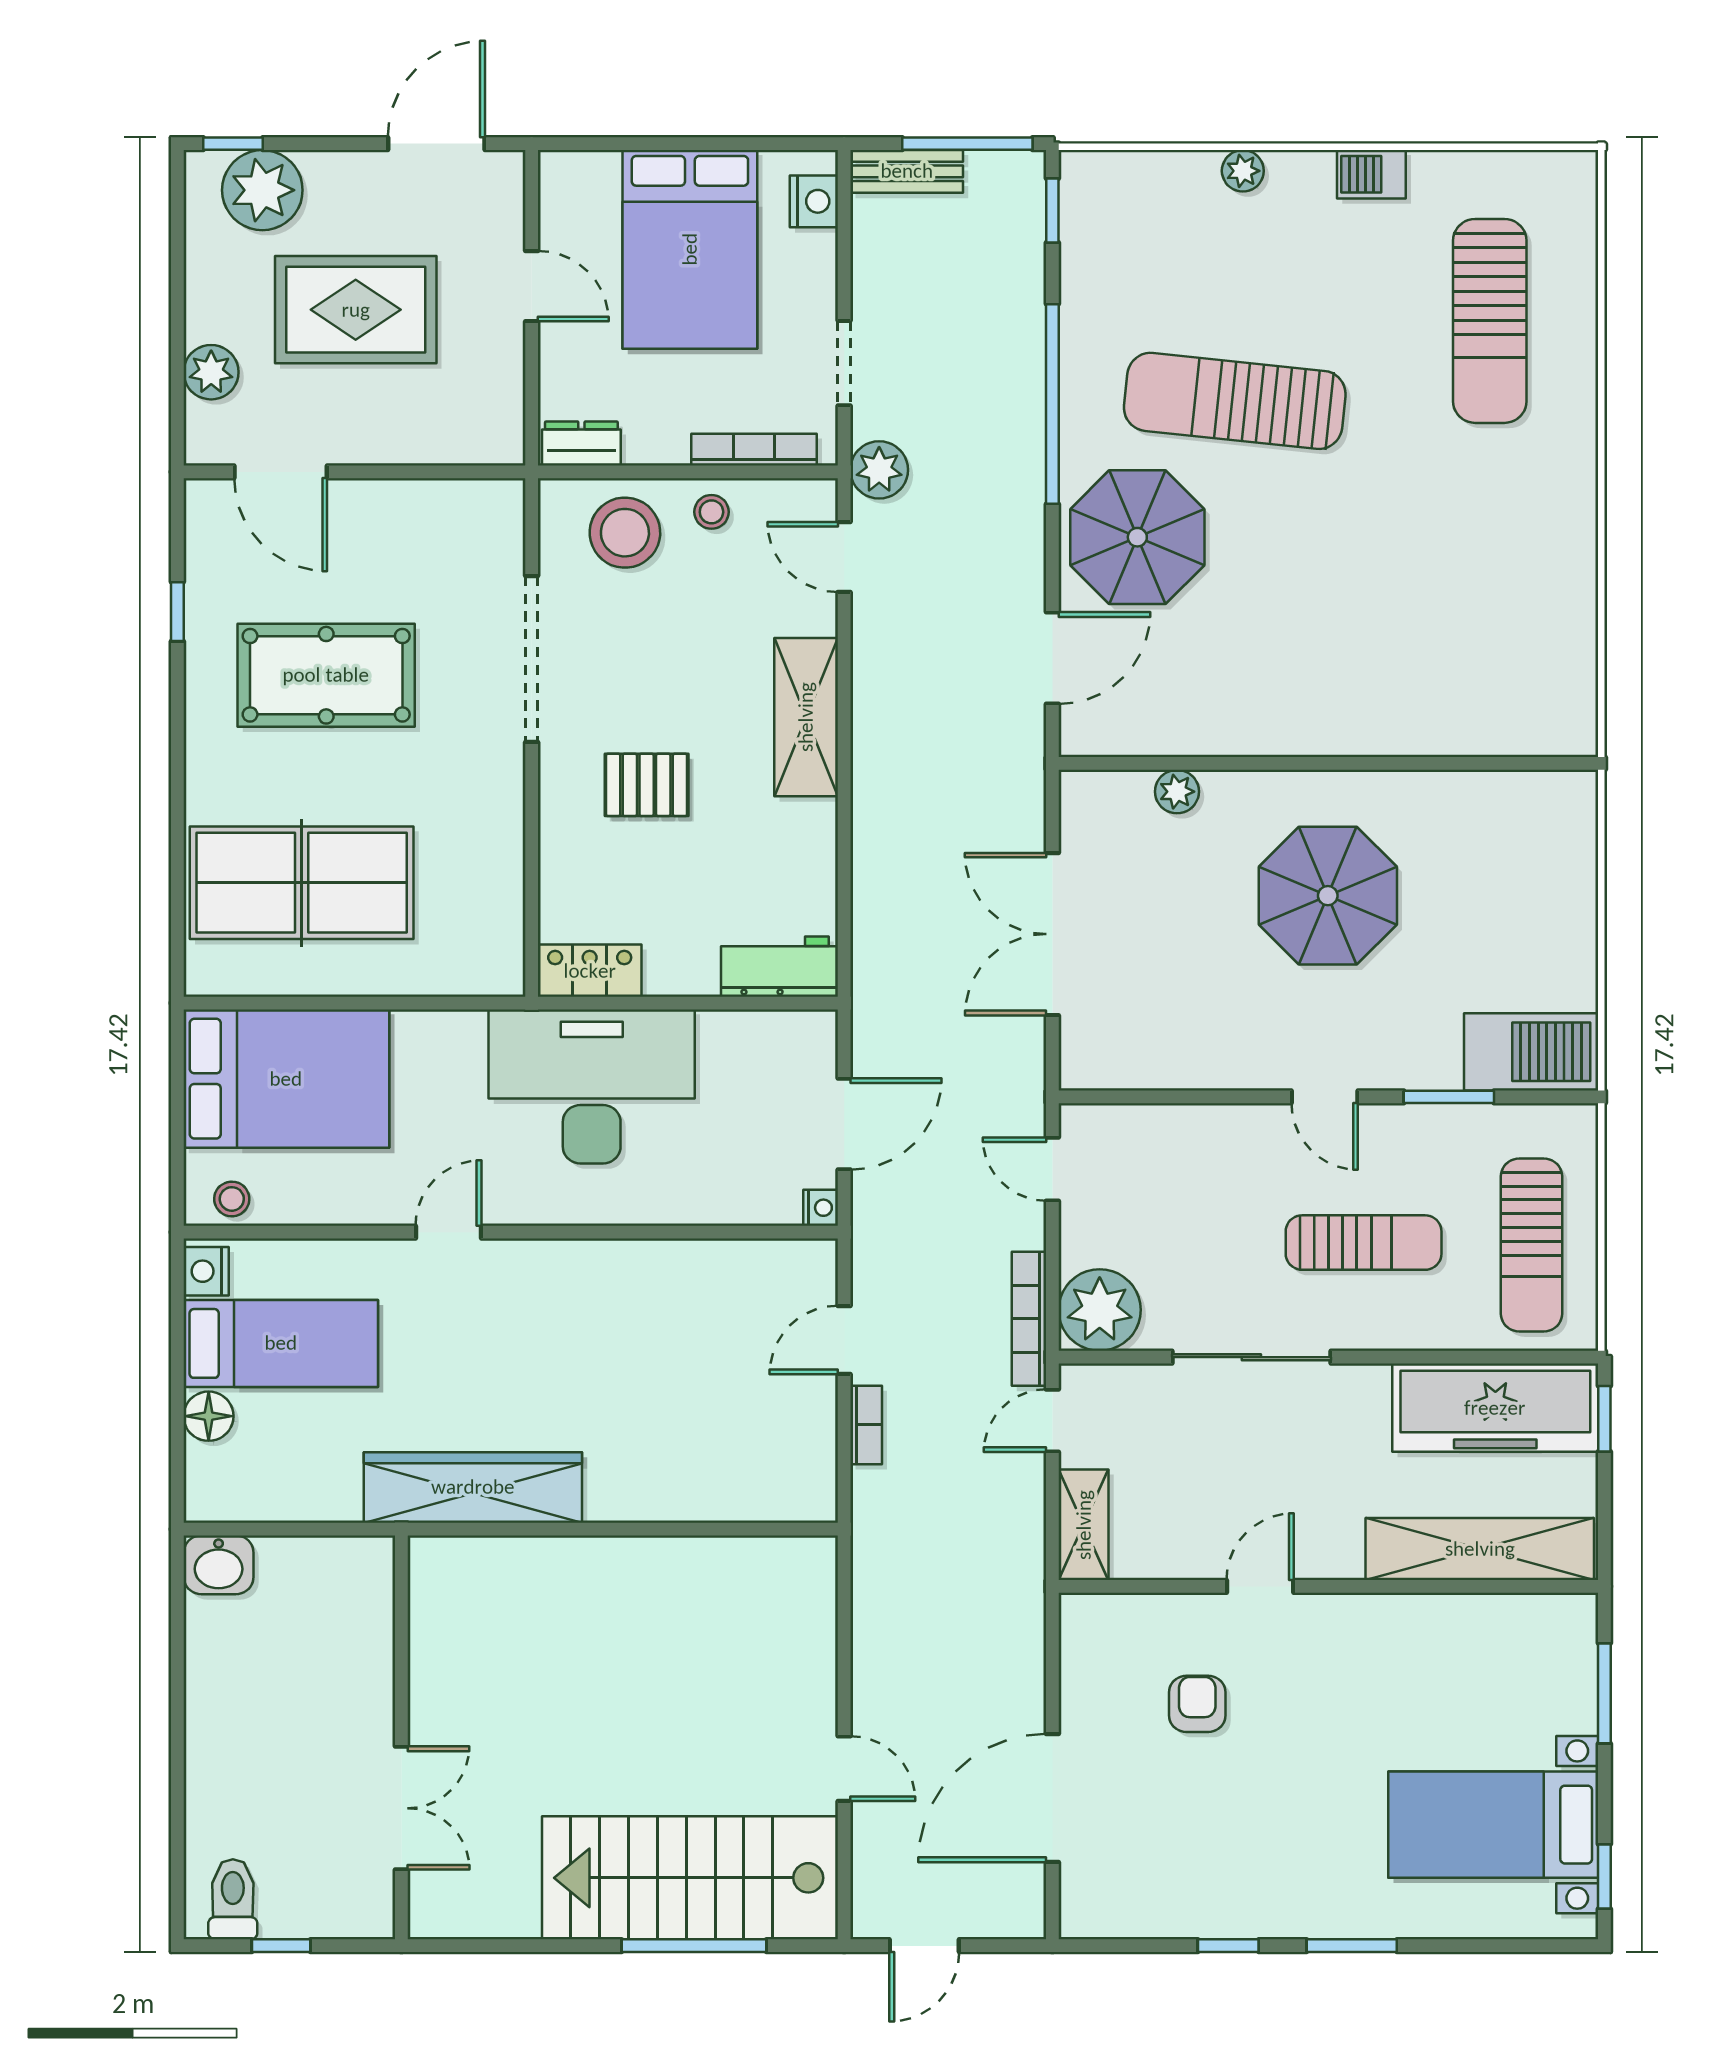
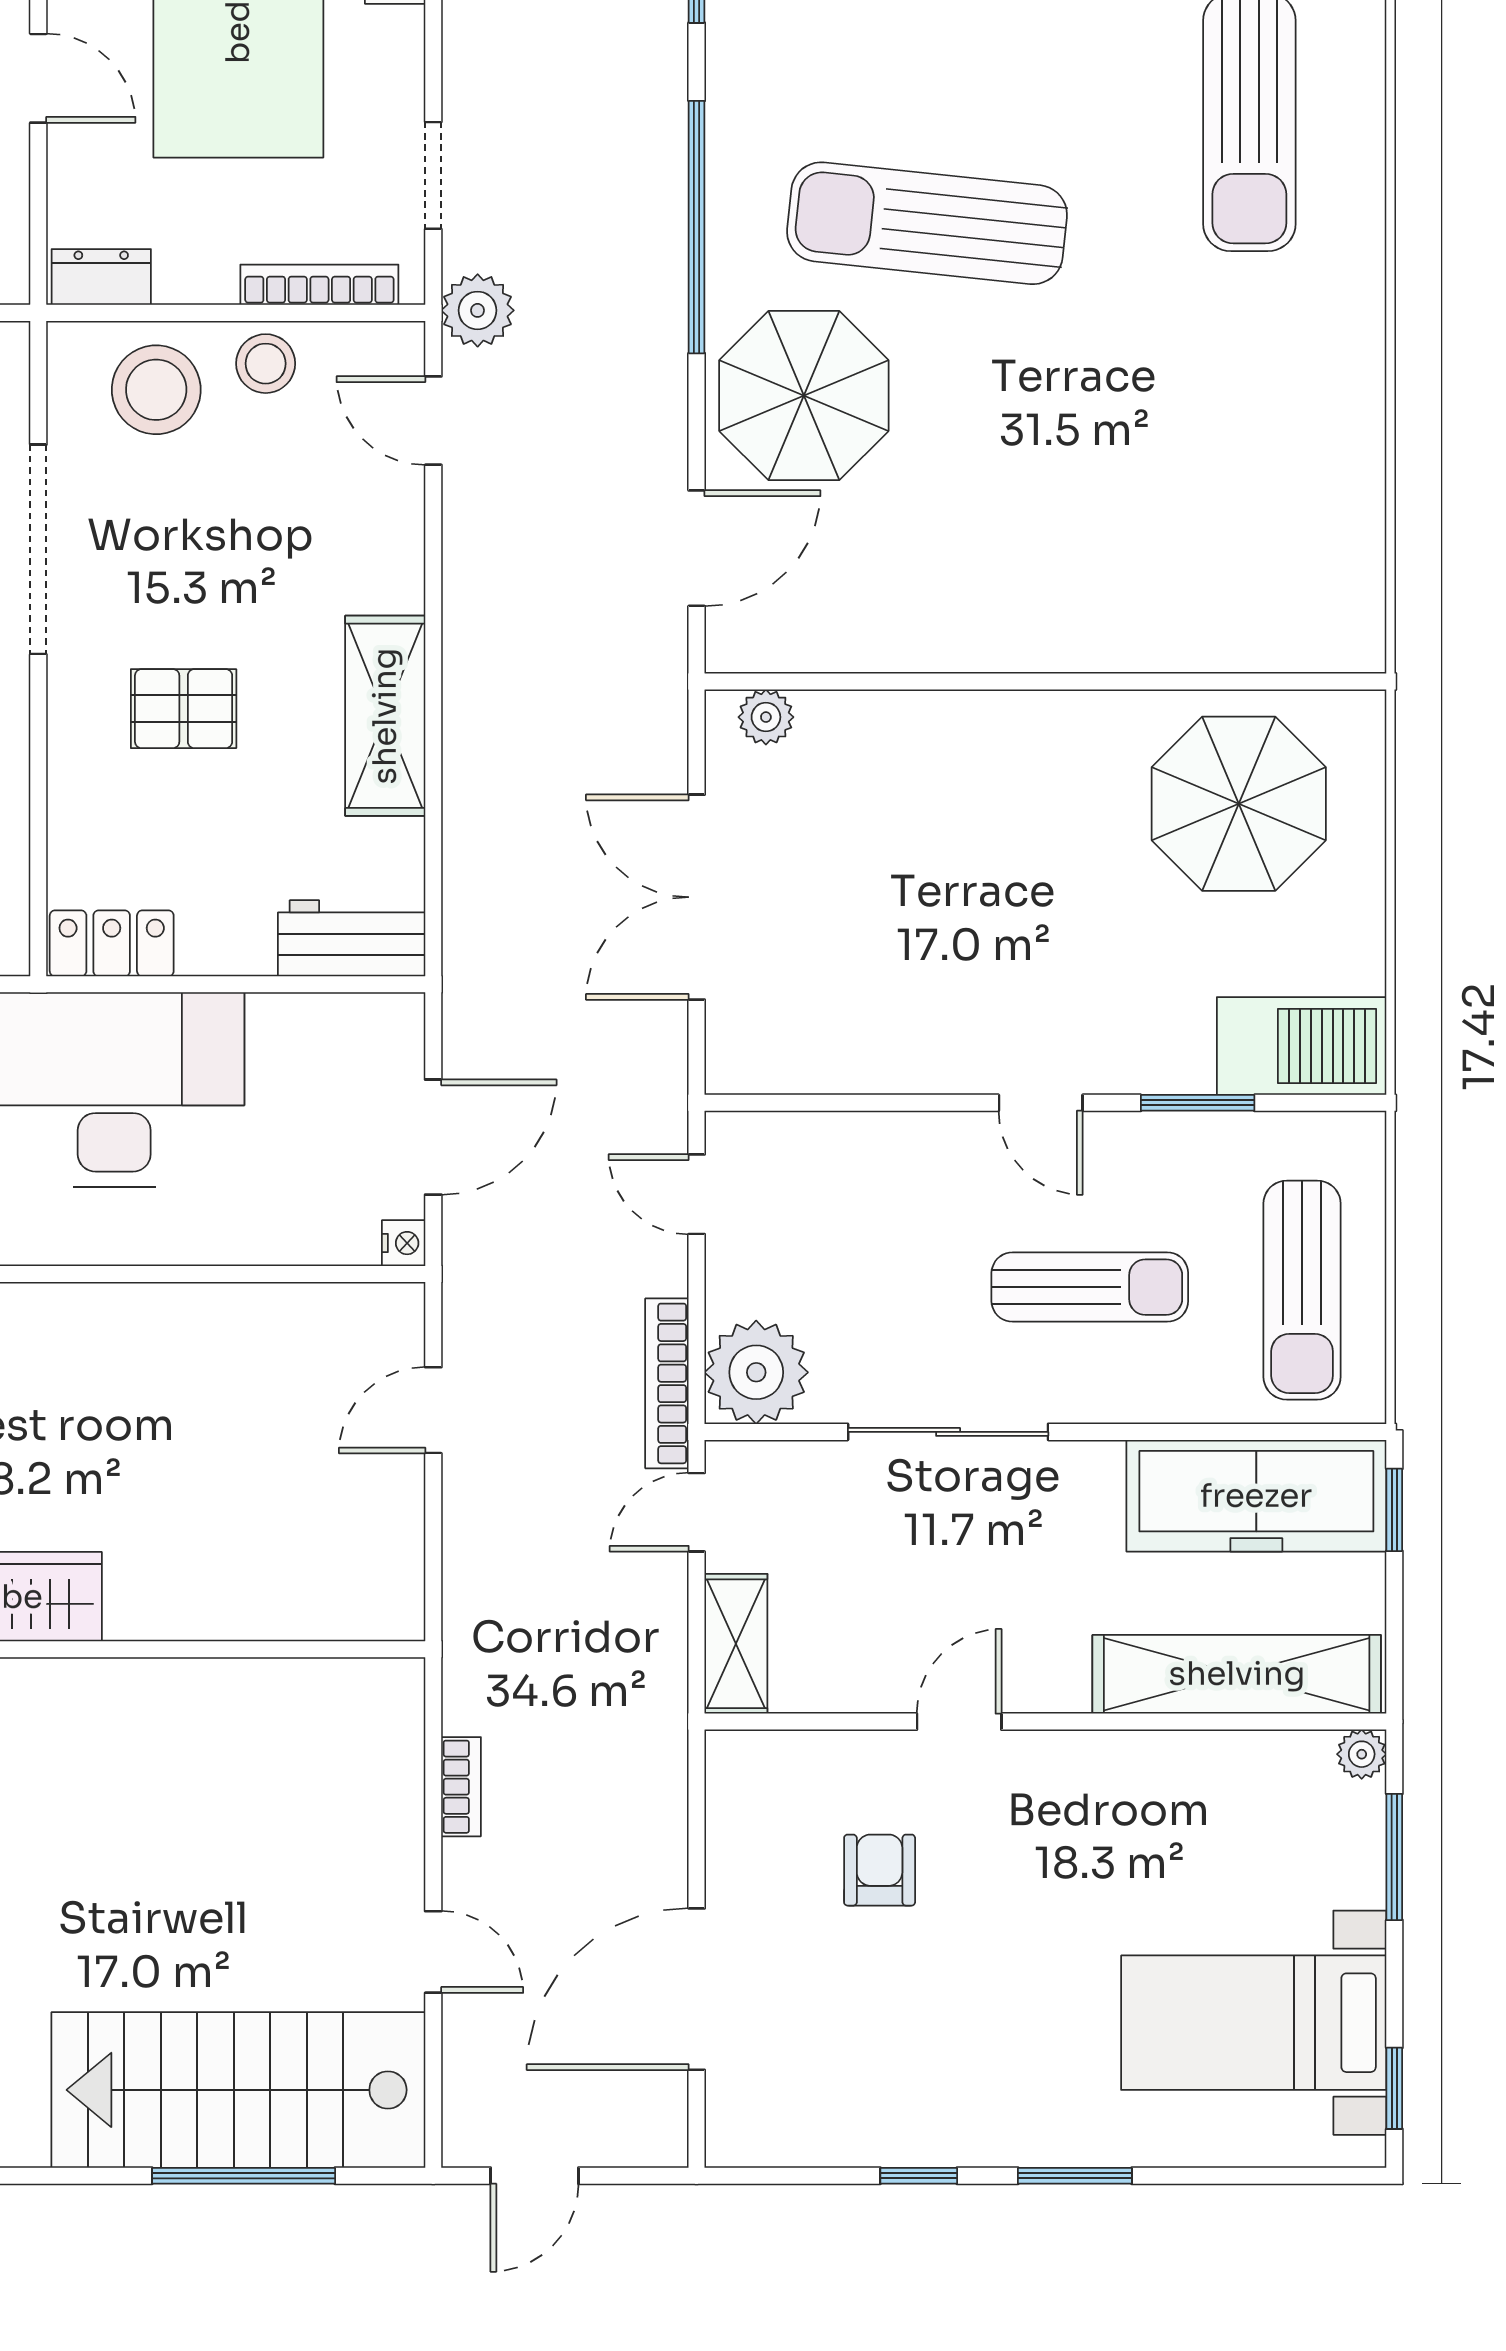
stool: (711, 512) -> (266, 364), width x1.37, depth x1.37
shelving: (806, 717) -> (385, 716), moved
plant: (1177, 792) -> (766, 717), moved
parasol: (1328, 896) -> (1239, 804), moved
bookcase: (866, 1425) -> (461, 1787), moved
plant: (1579, 1612) -> (1362, 1754), added

